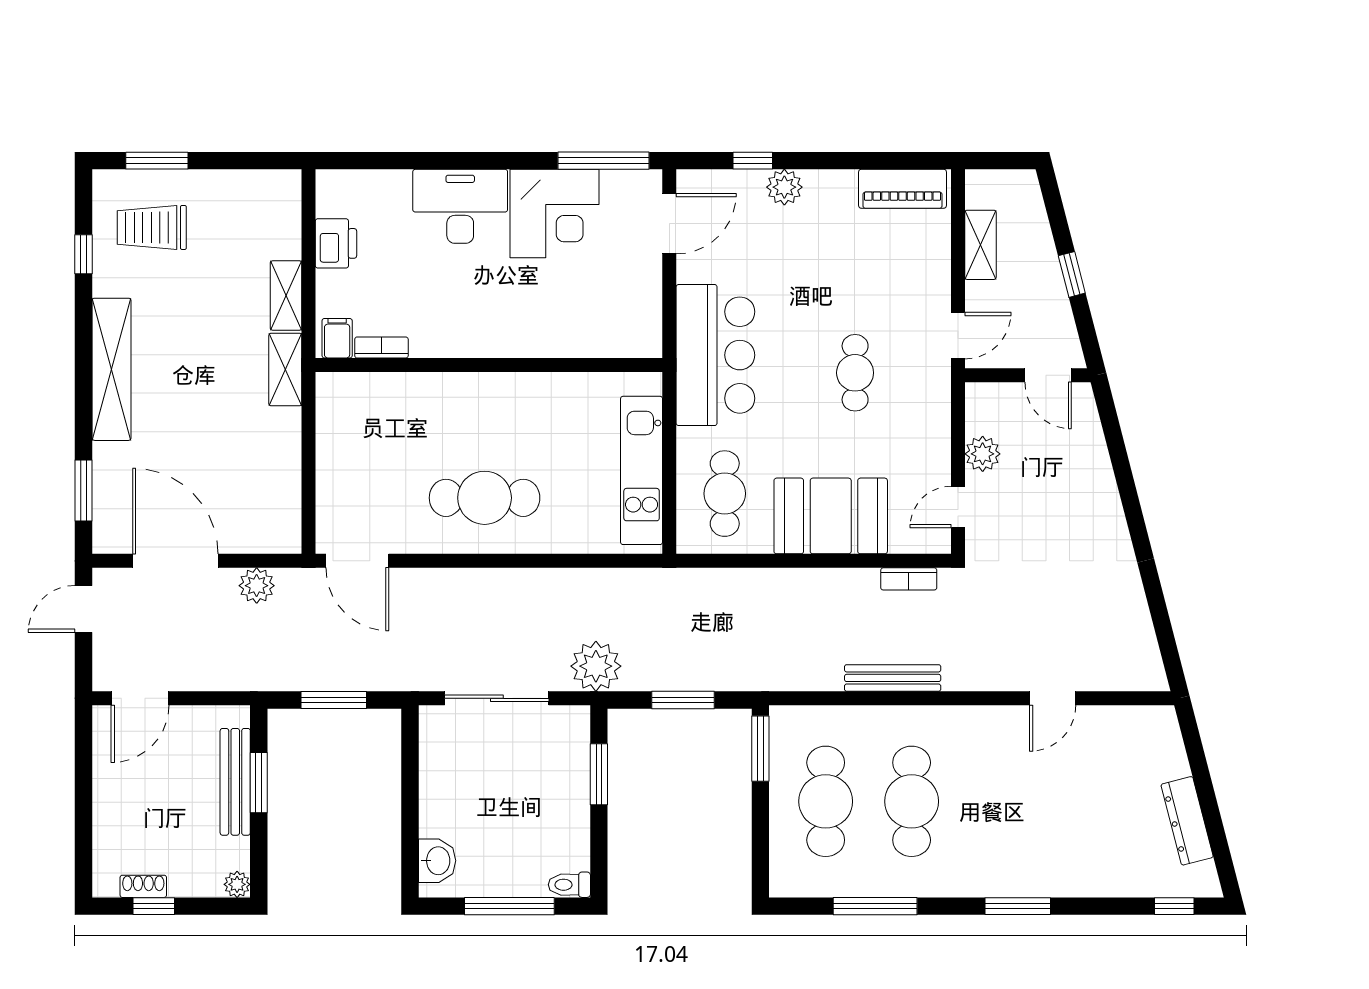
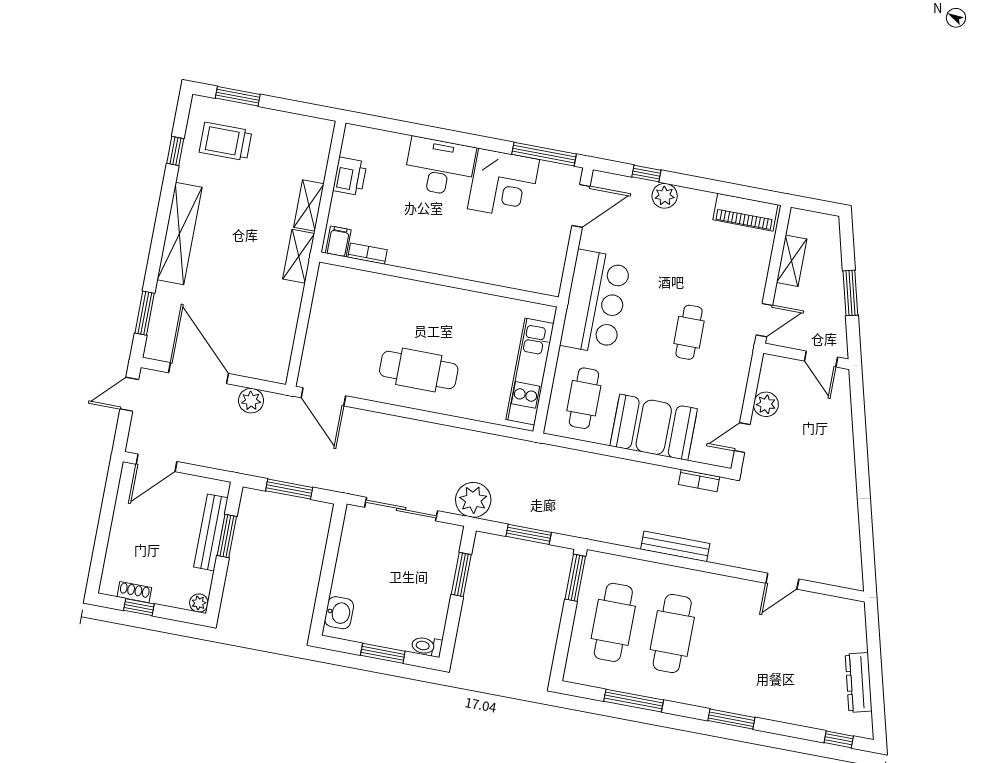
window: (1072, 274) -> (850, 293), width x1.50
window: (509, 906) -> (383, 653), width x0.69

